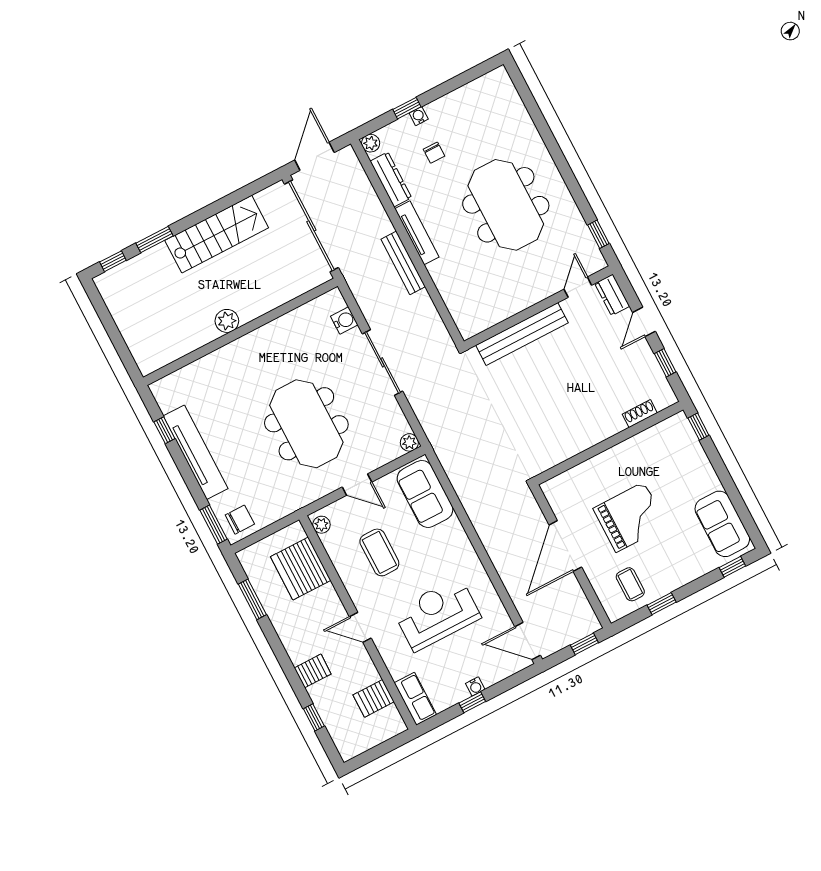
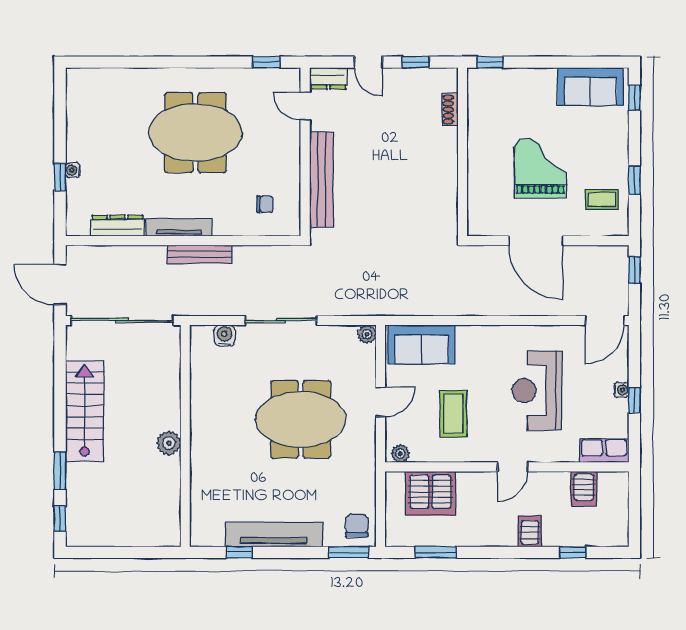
plant: (371, 143) -> (75, 227), removed
chair: (434, 153) -> (265, 204), moved
coffee table: (379, 552) -> (453, 414), turned 90

